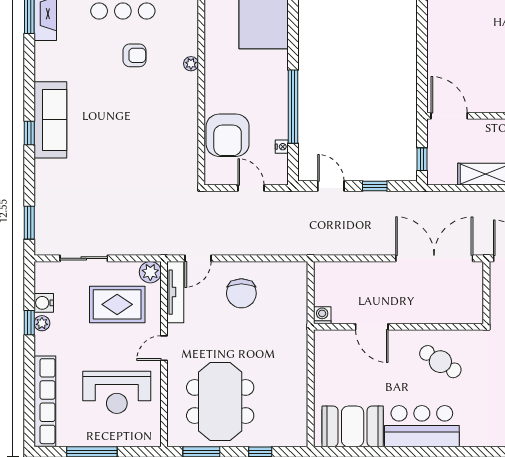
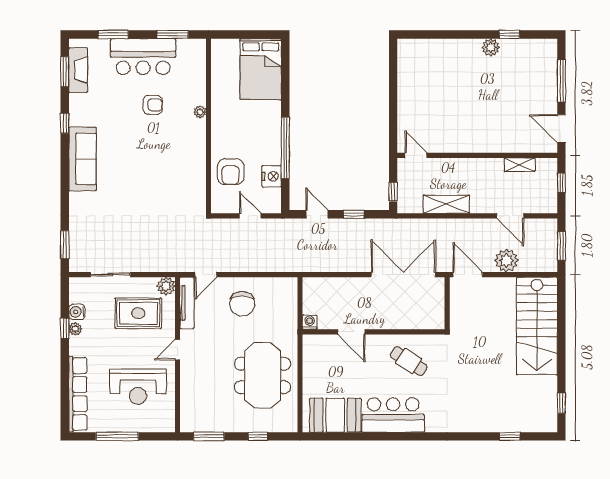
door: (449, 116) -> (416, 155), width x0.73
window: (29, 133) -> (65, 123), moved
armchair: (228, 135) -> (231, 172), width x0.73, depth x0.73
nightstand: (282, 147) -> (272, 176), width x1.89, depth x1.79
meeting table: (220, 402) -> (262, 375), moved

